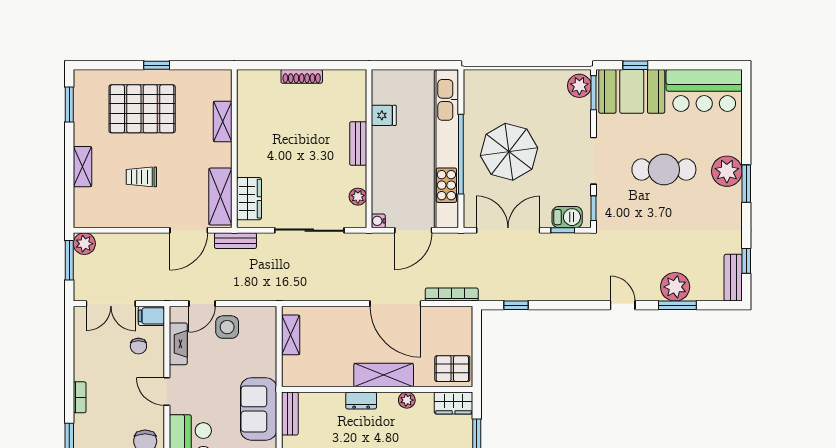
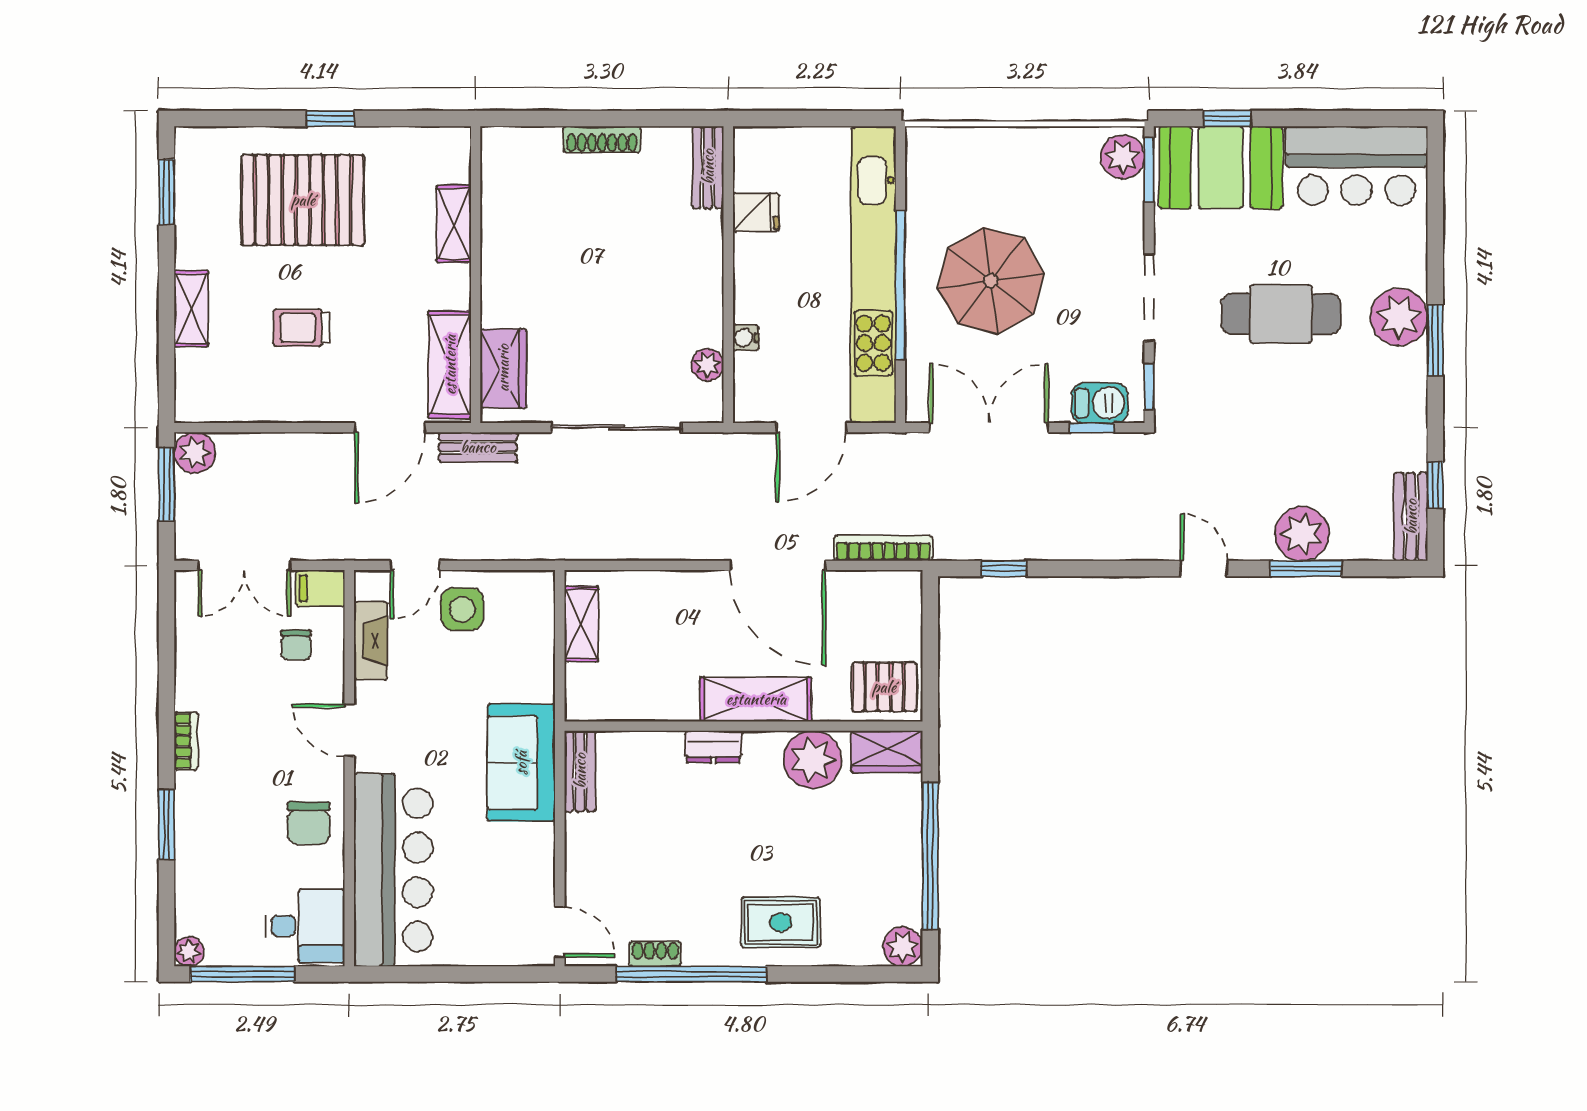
bench: (358, 143) -> (708, 167), moved
water cooler: (378, 221) -> (746, 338), moved
plant: (407, 400) -> (813, 760), width x1.87, depth x1.87

